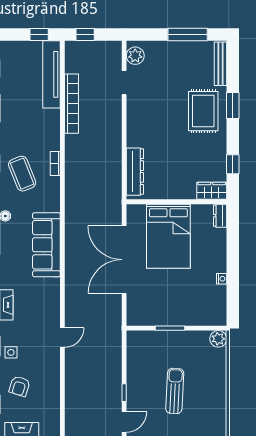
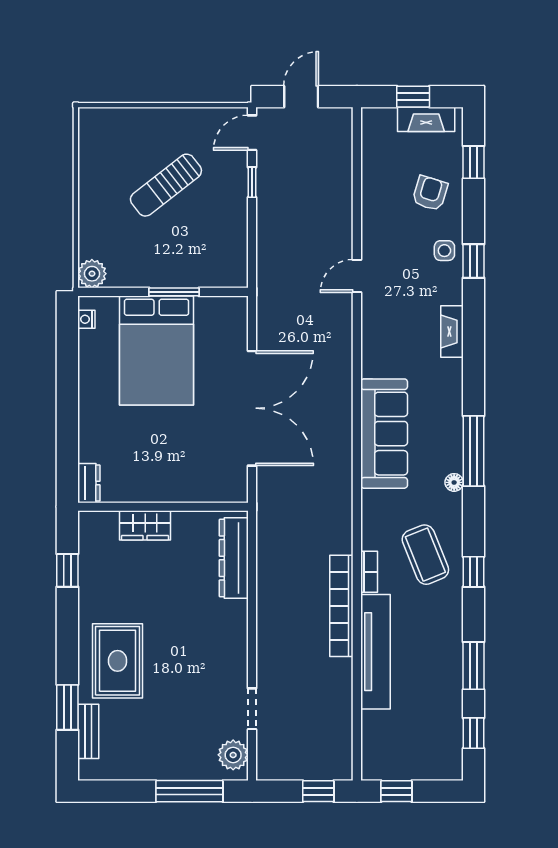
window: (188, 34) -> (189, 791), moved
bench: (221, 64) -> (88, 731), width x0.73
tv unit: (51, 74) -> (375, 652), moved
bookcase: (72, 104) -> (341, 606), moved
window: (233, 106) -> (67, 707), moved
wardrobe: (212, 191) -> (145, 525), moved
bed: (168, 236) -> (157, 350), moved, turned 180
nightstand: (222, 279) -> (86, 319), moved
sun lounger: (175, 391) -> (166, 185), turned 49

